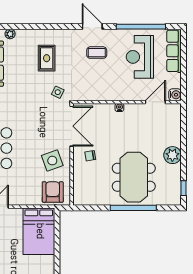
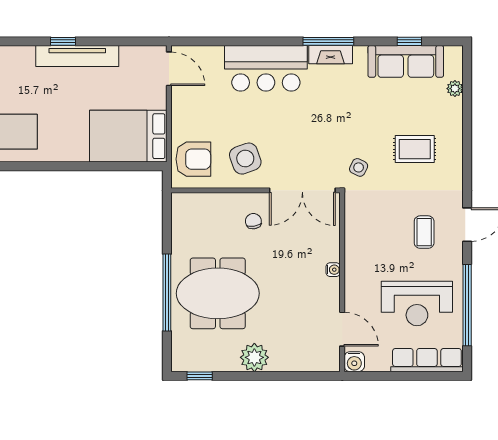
reception desk: (140, 57) -> (417, 303), turned 180

